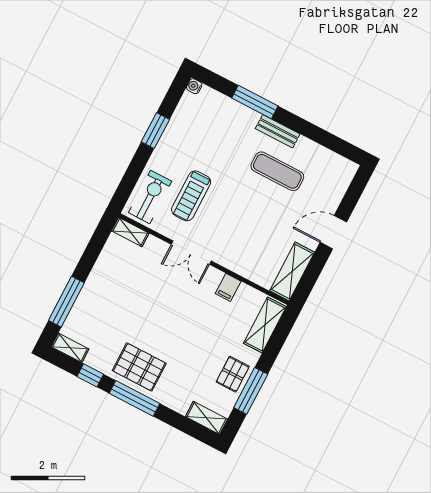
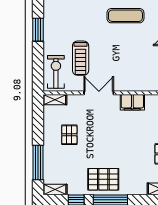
double door: (191, 253) -> (99, 93), swing flipped
pallet: (125, 287) -> (69, 135), added
filing cabinet: (228, 287) -> (132, 102), width x2.00

